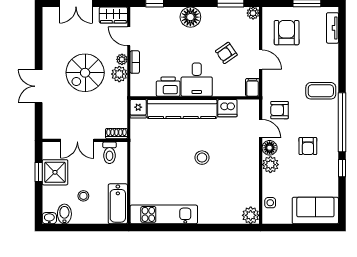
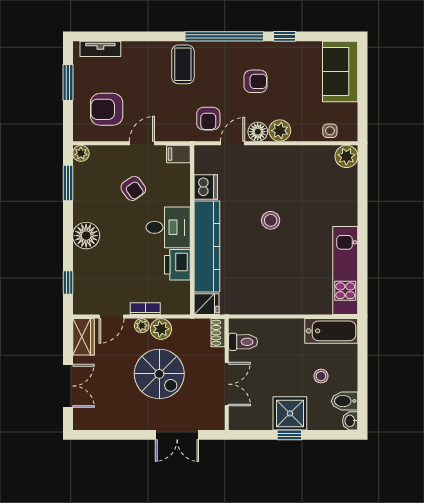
shoe rack: (116, 134) -> (218, 333), moved
double door: (77, 140) -> (227, 384), moved
wall: (85, 140) -> (227, 374), moved
toilet: (110, 153) -> (243, 342), moved

